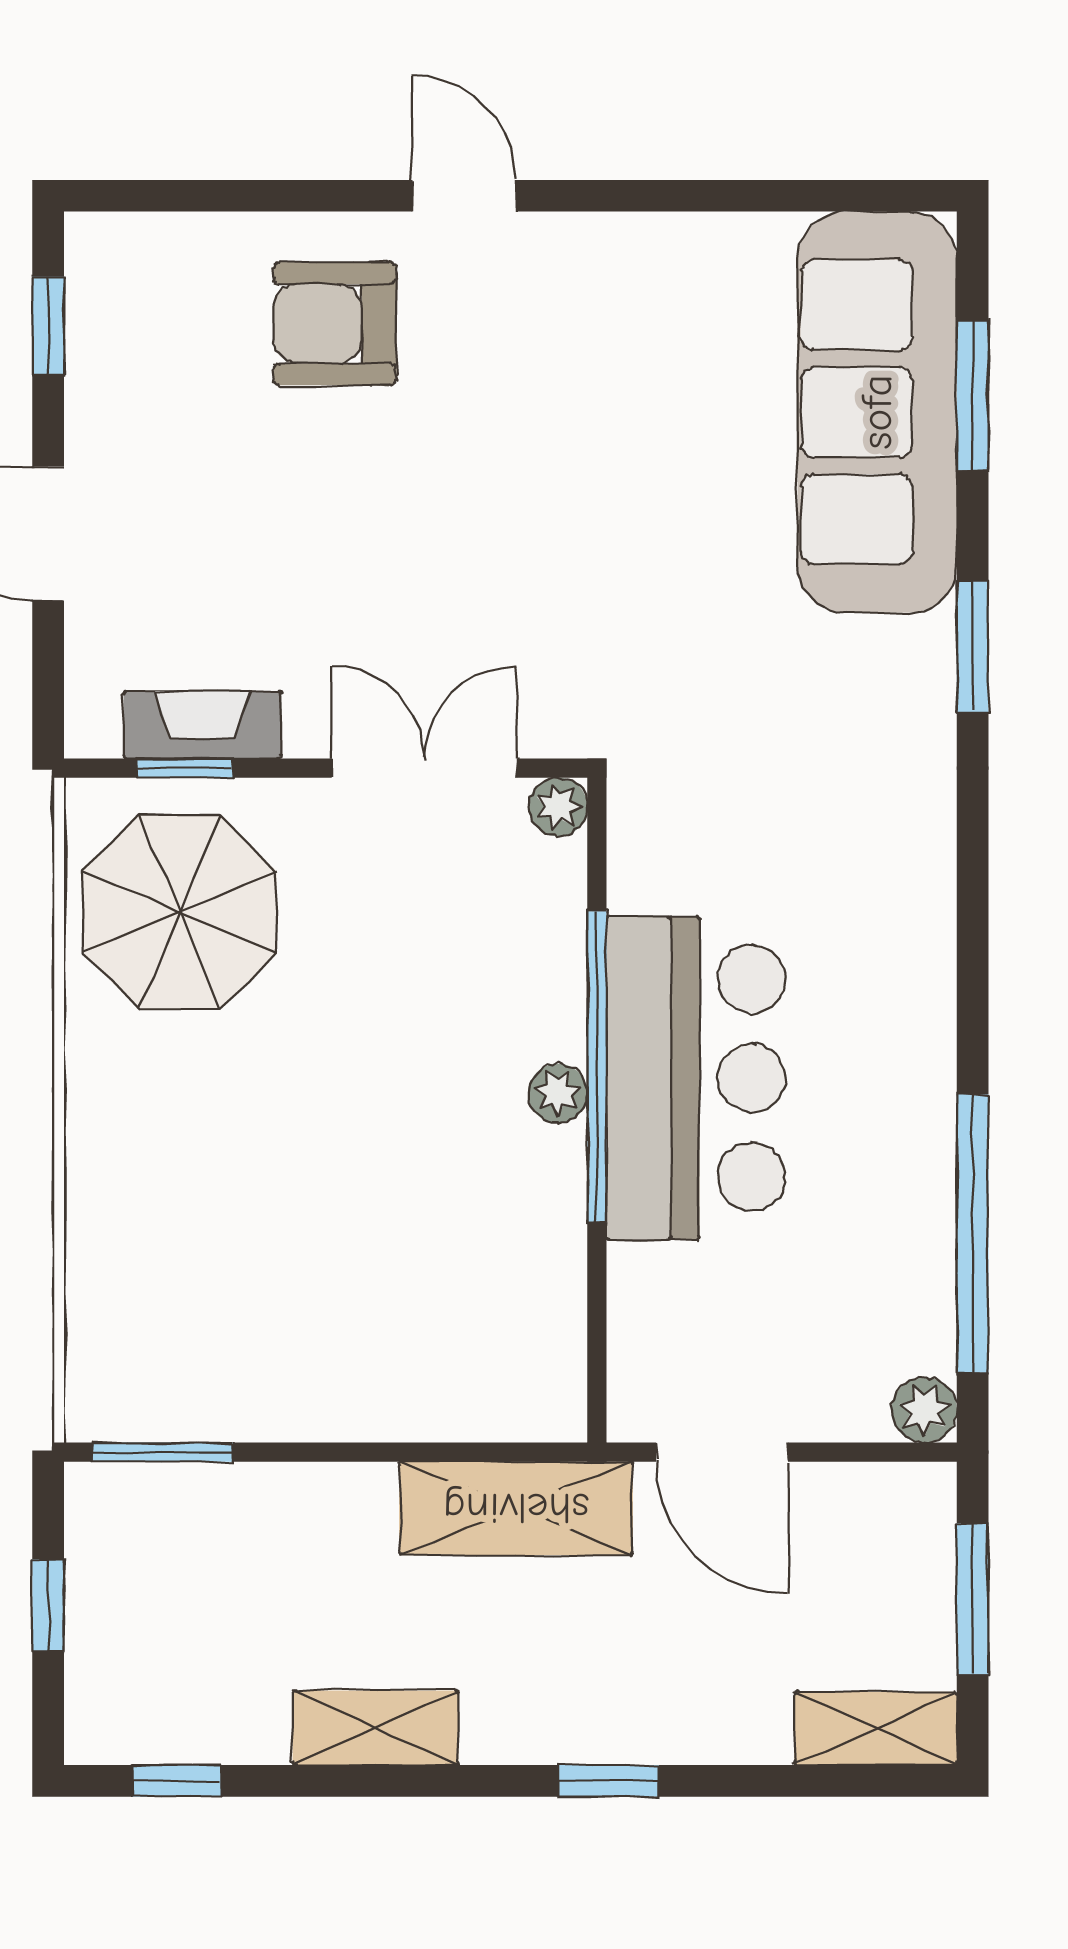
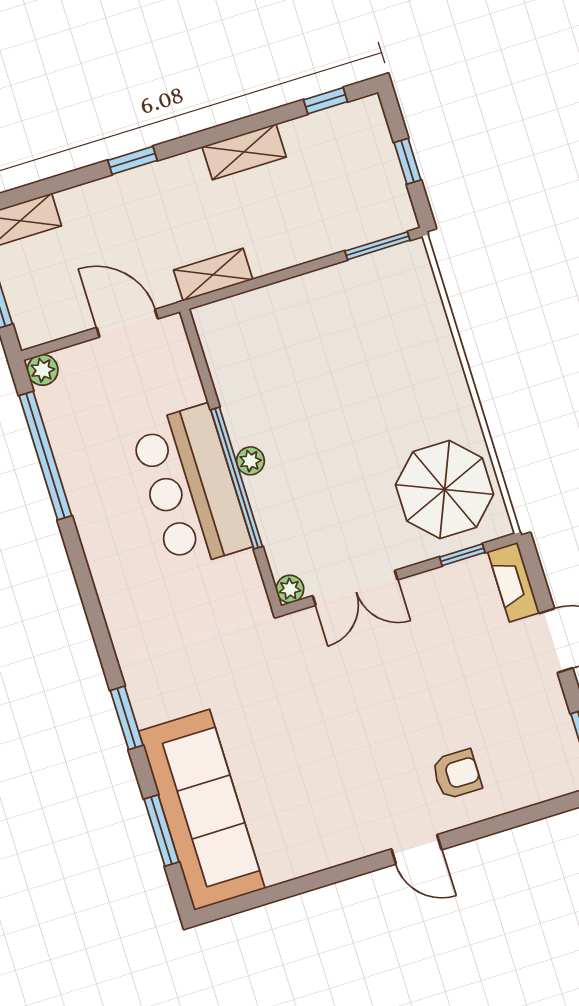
armchair: (335, 324) -> (457, 774), width x0.72, depth x0.72
fireplace: (203, 725) -> (514, 582), moved, turned 90
shelving: (516, 1508) -> (213, 275), width x0.67, depth x0.75

